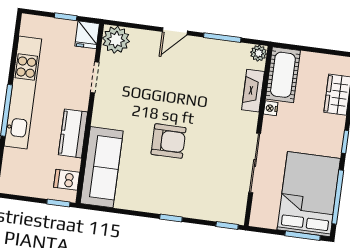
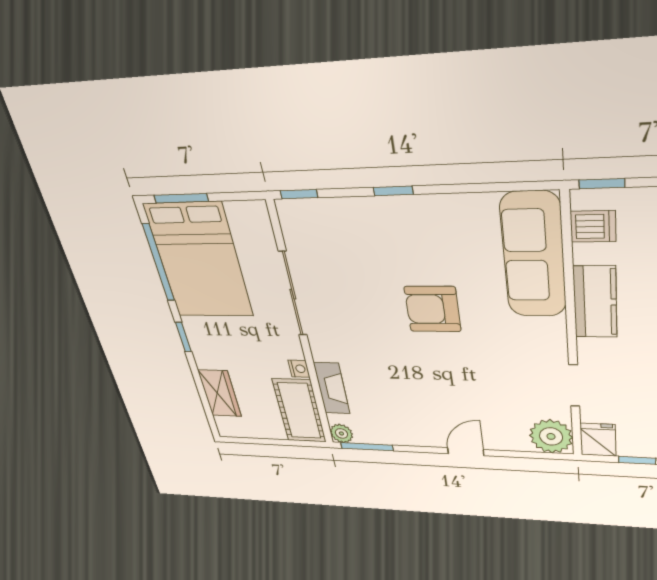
window: (222, 38) -> (367, 447), moved

